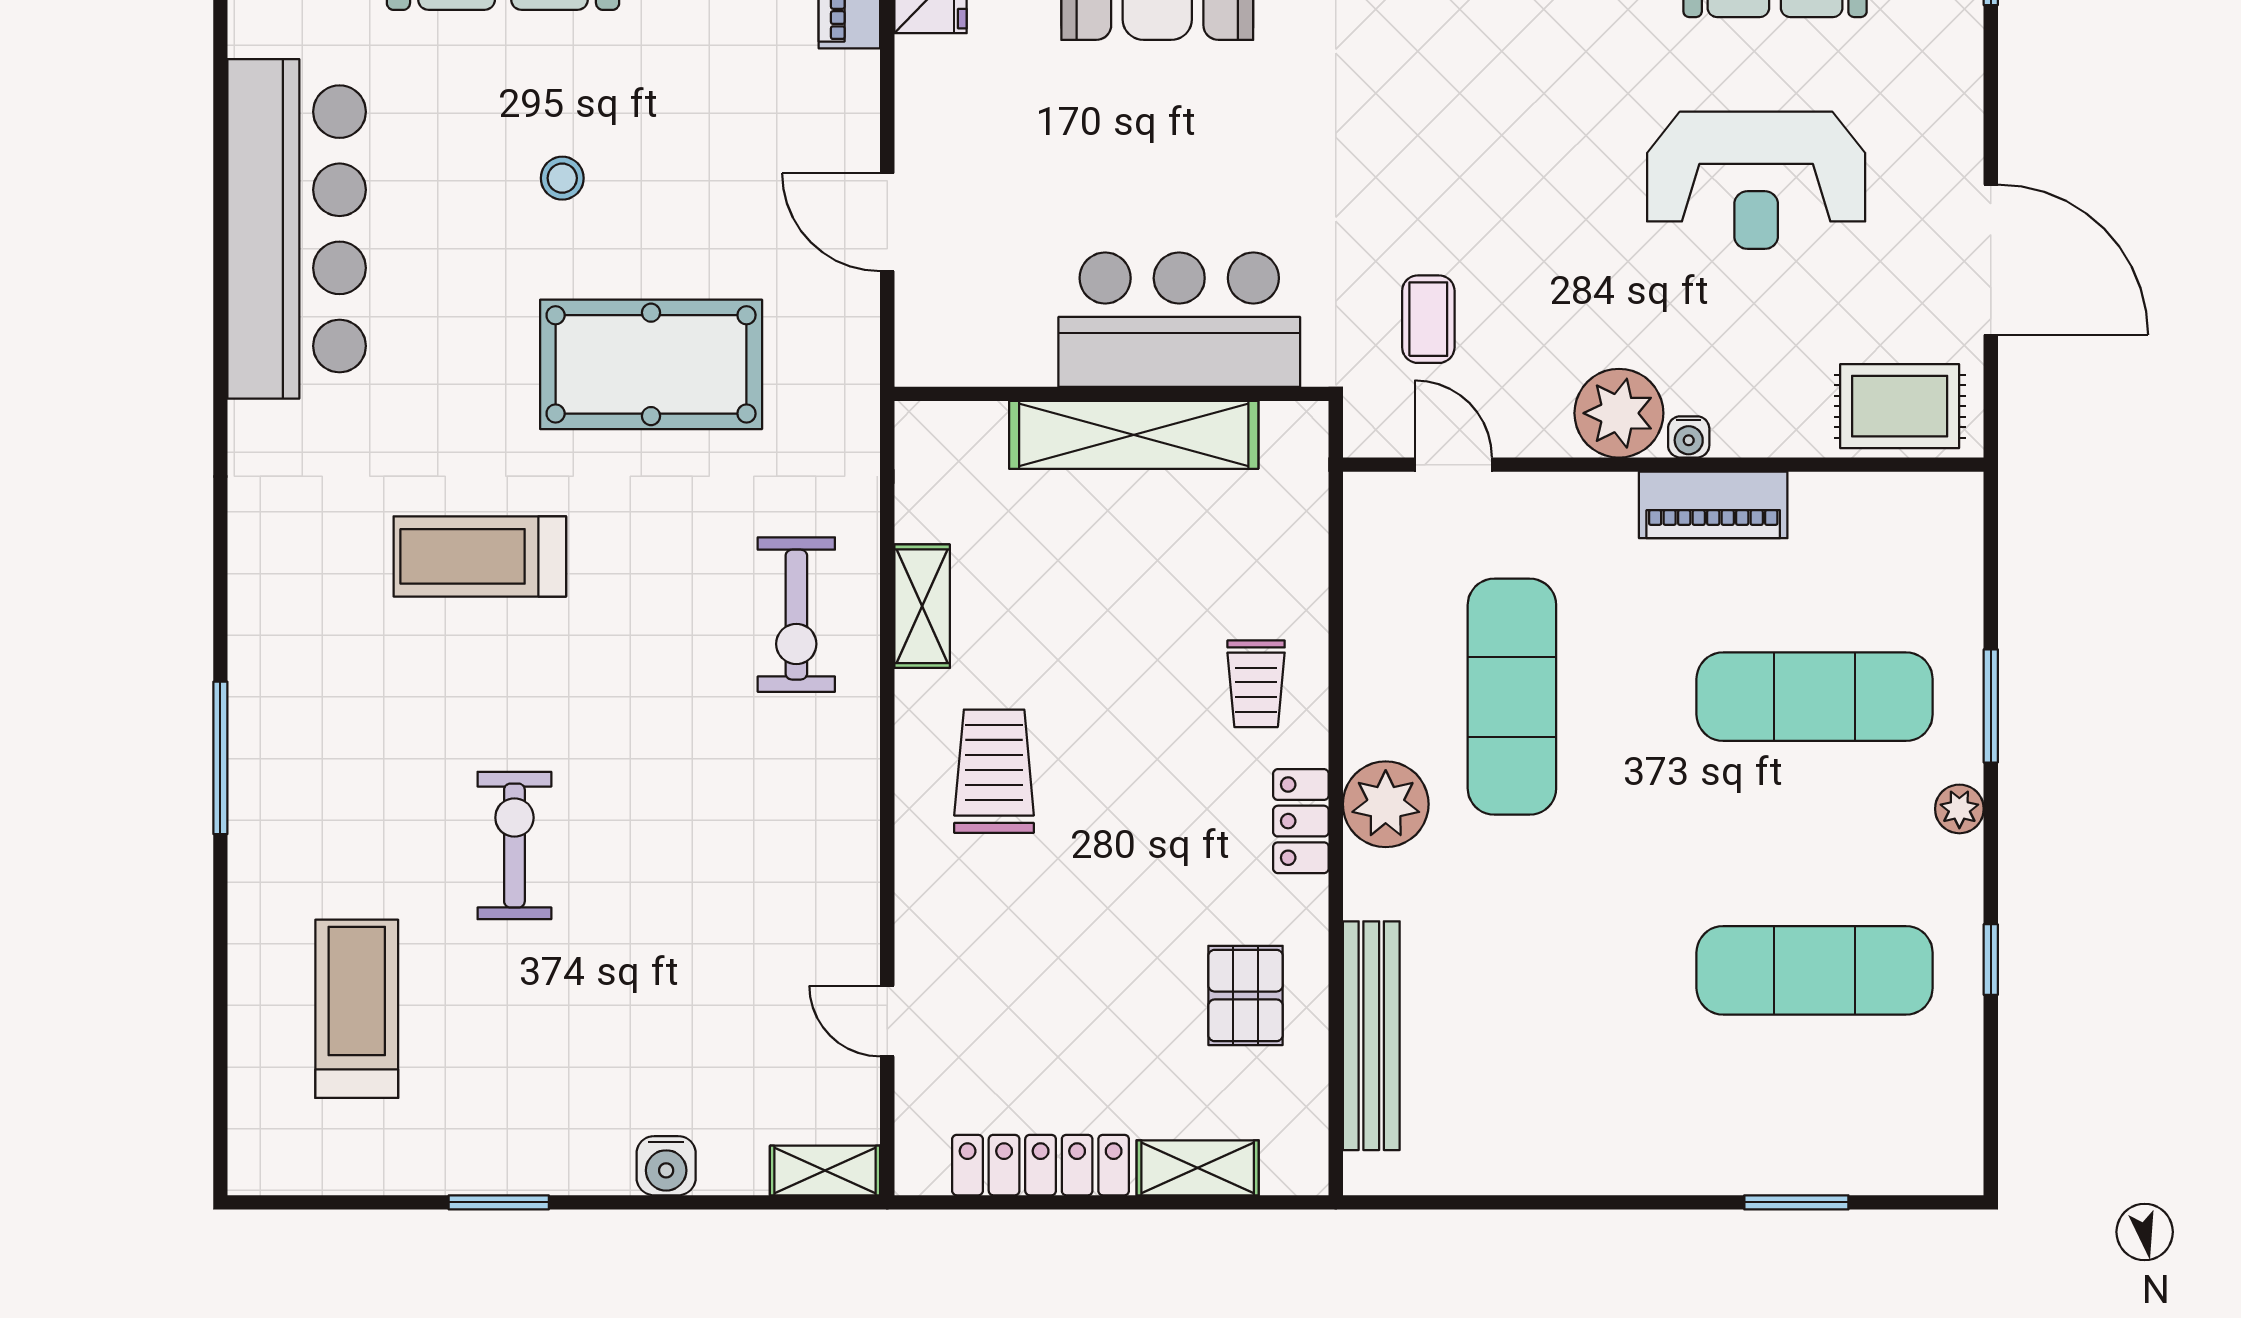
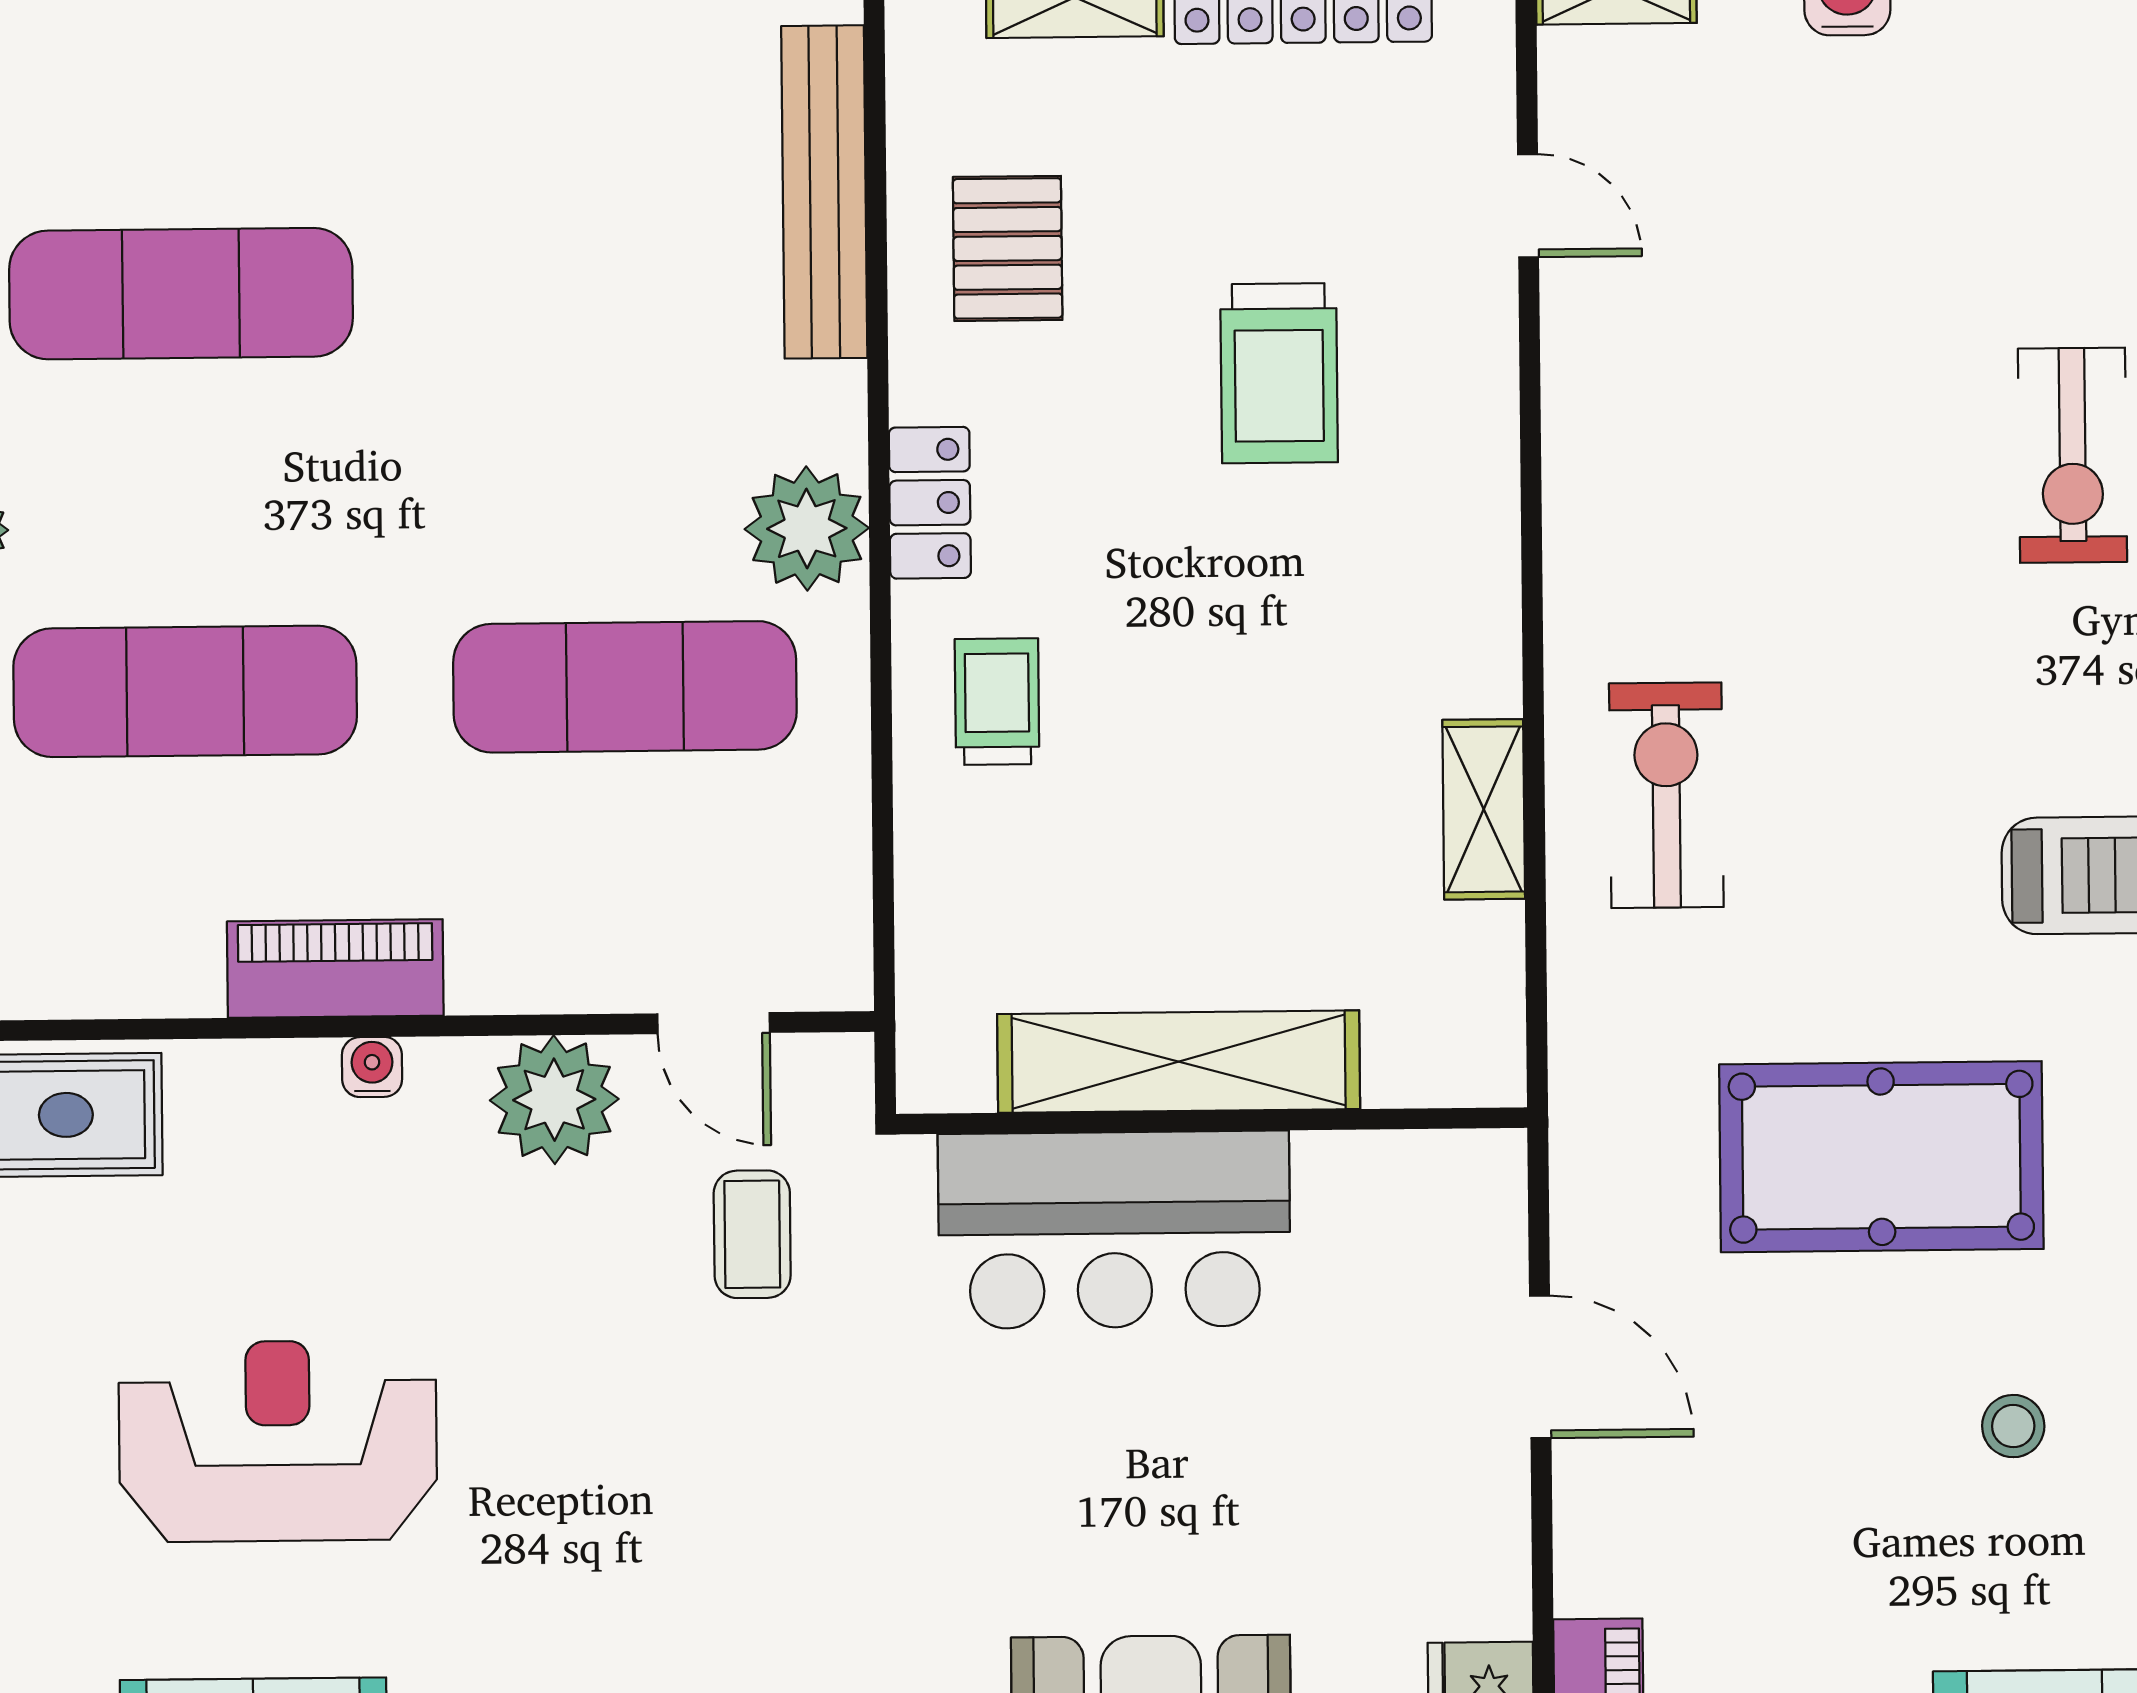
plant: (1619, 413) -> (554, 1100), moved
exercise mat: (1512, 697) -> (625, 687), turned 90
trolley: (994, 771) -> (1279, 373), moved

